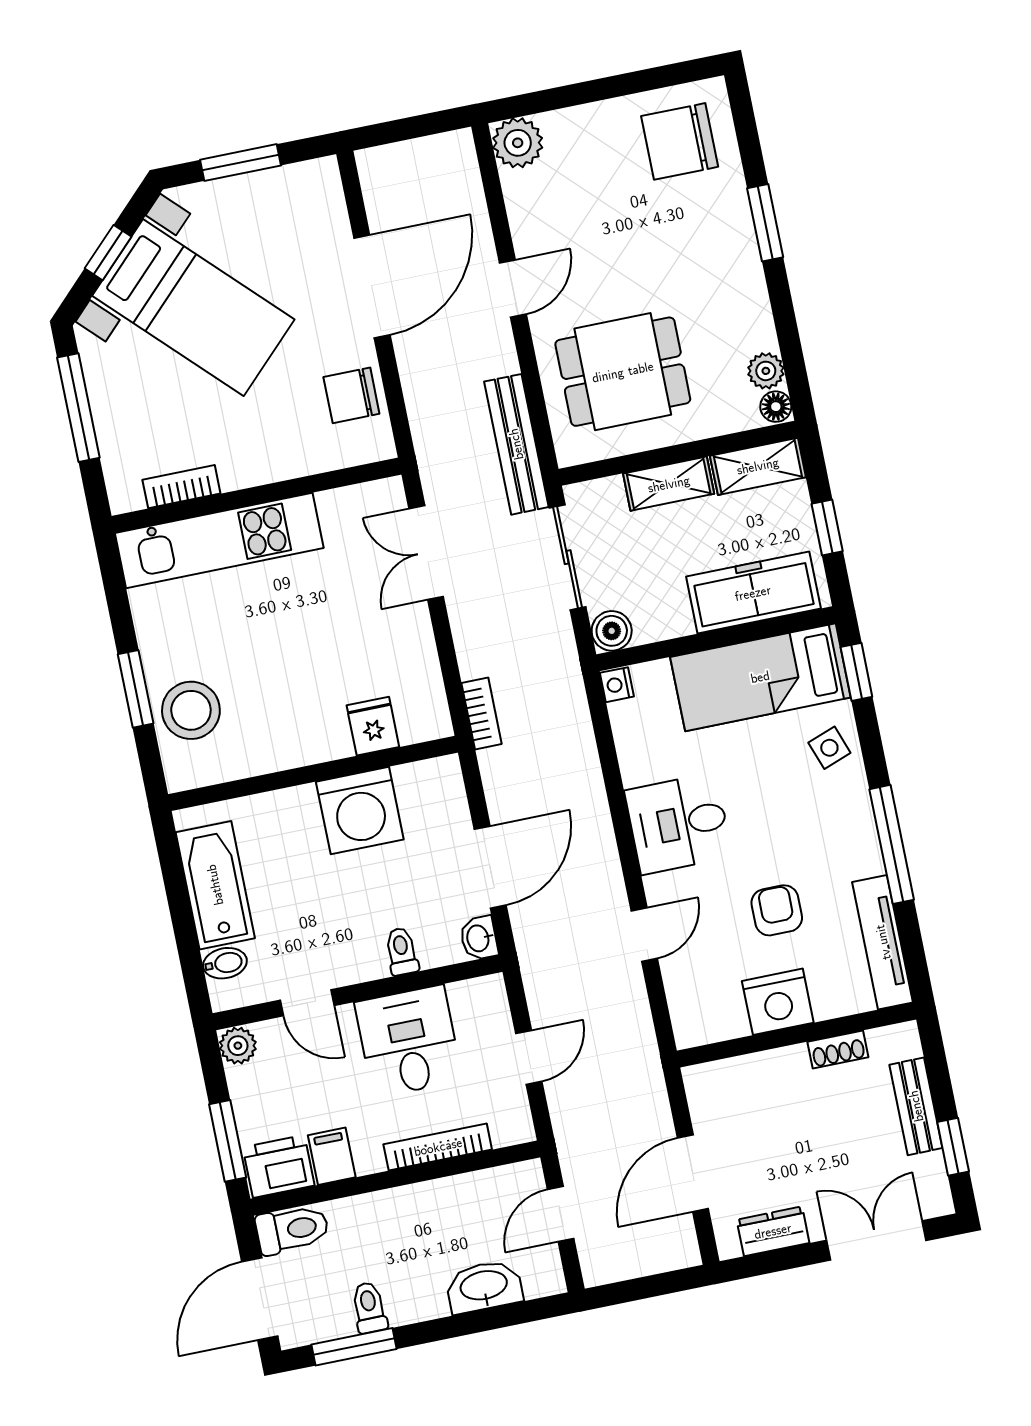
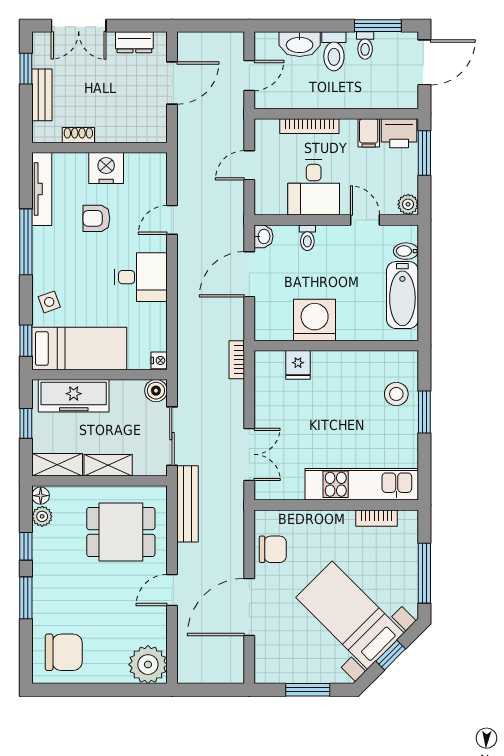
plant: (518, 143) -> (148, 665), width x1.36, depth x1.36
window: (783, 313) -> (26, 546), added
stool: (191, 710) -> (396, 394), width x0.73, depth x0.73
armchair: (777, 910) -> (96, 218), turned 90
toilet: (292, 1230) -> (334, 51), moved, turned -90

